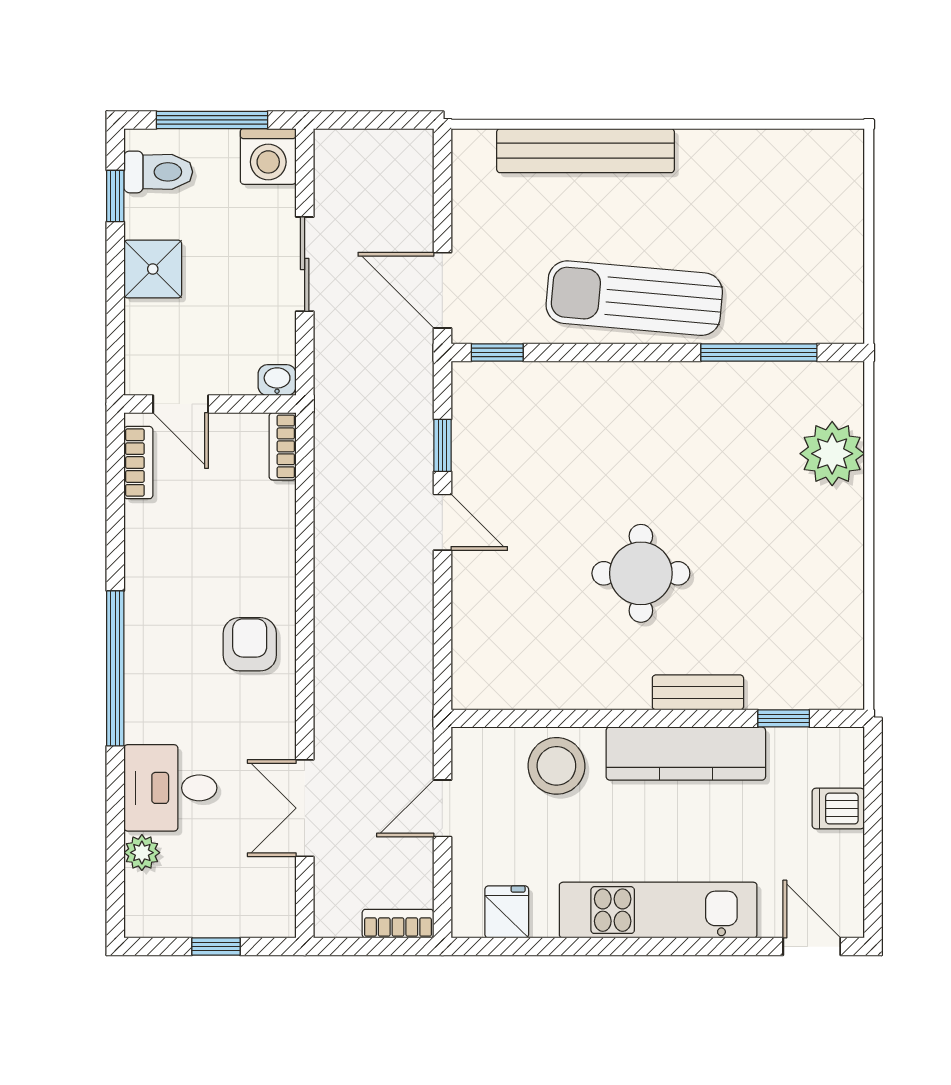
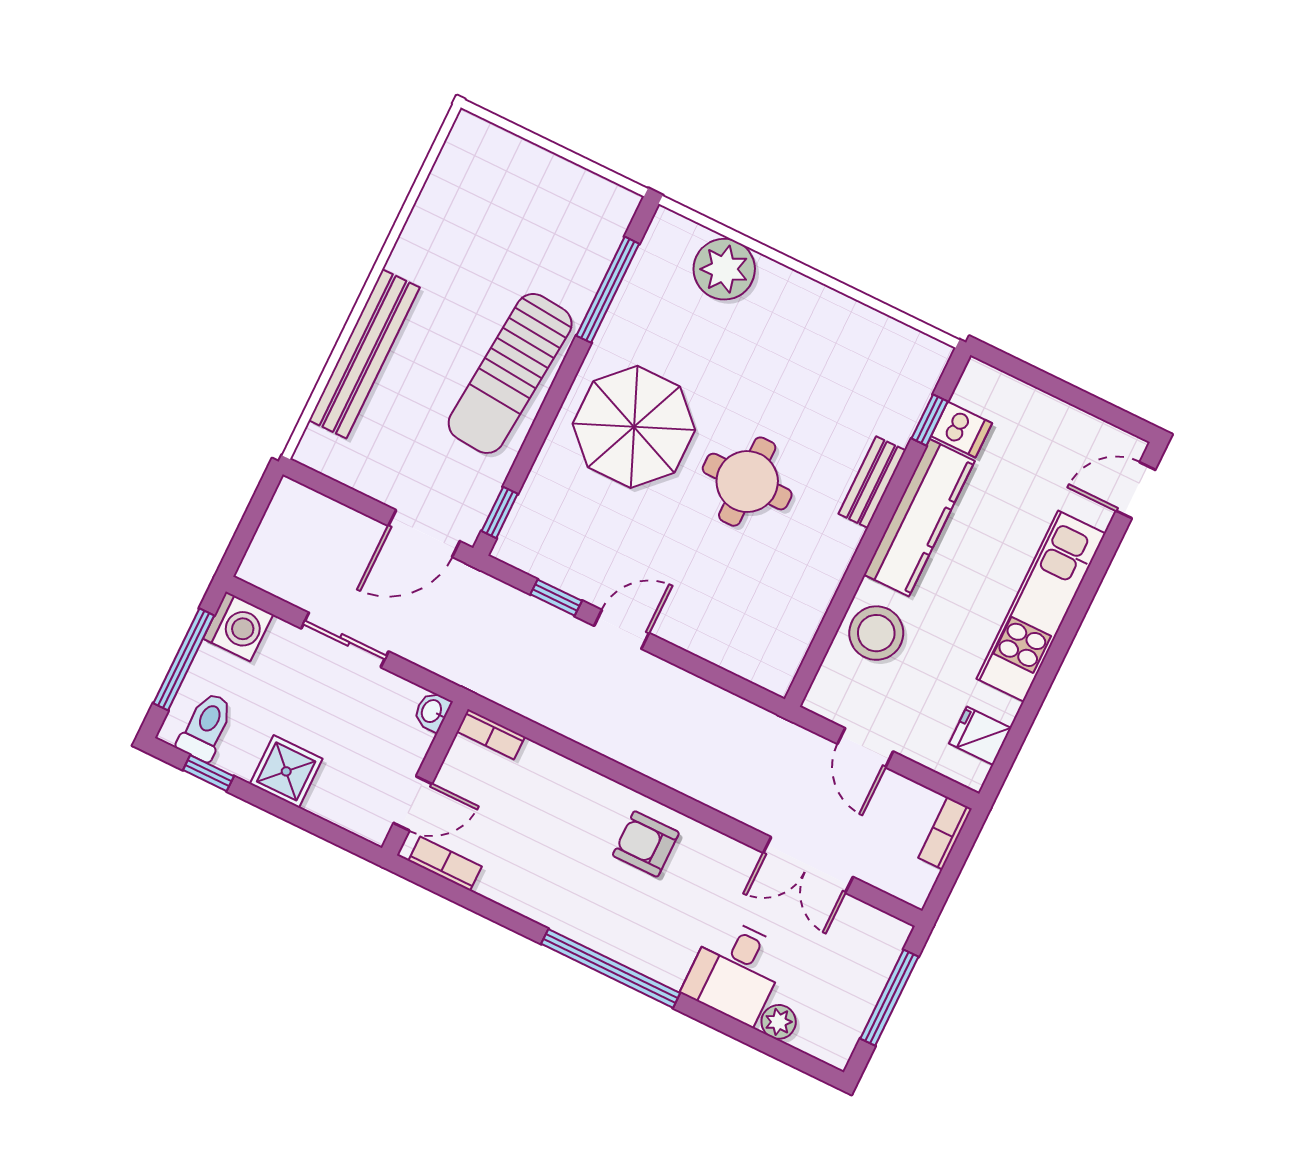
parasol: (641, 441) -> (634, 427), added
dishwasher: (838, 809) -> (962, 430), moved, turned -90
window: (216, 947) -> (889, 998), width x2.17

